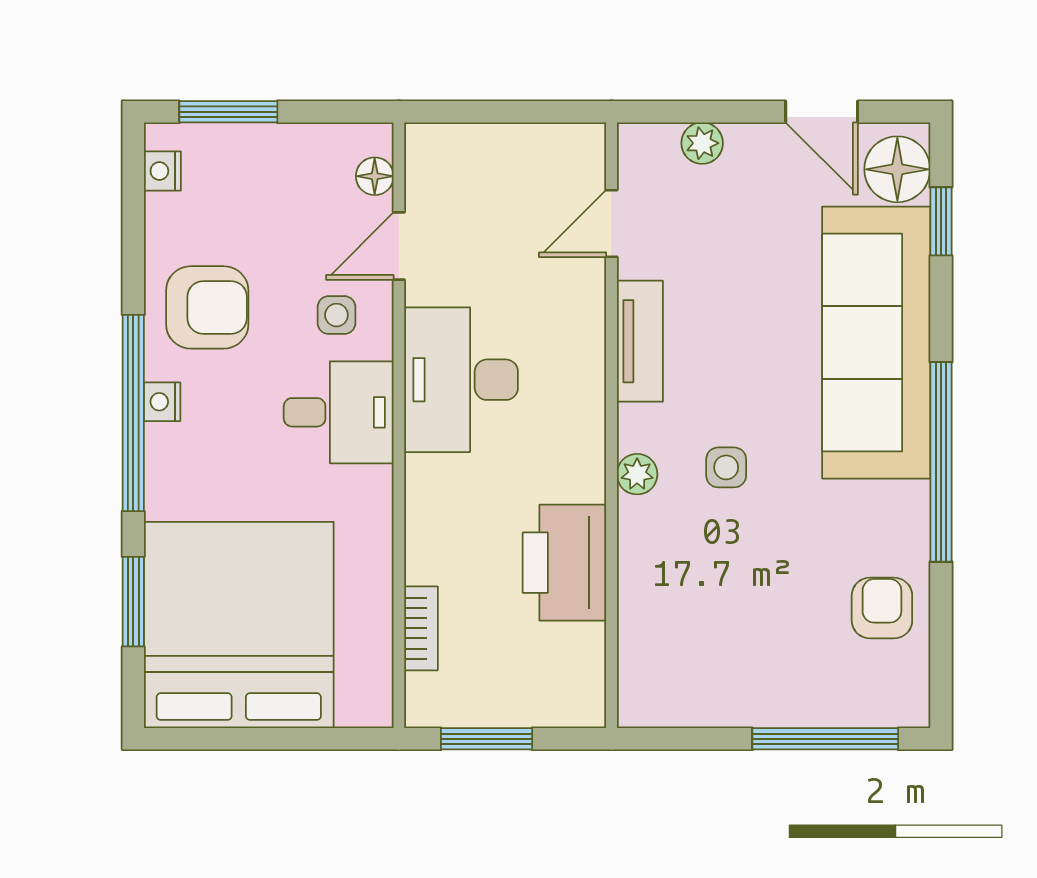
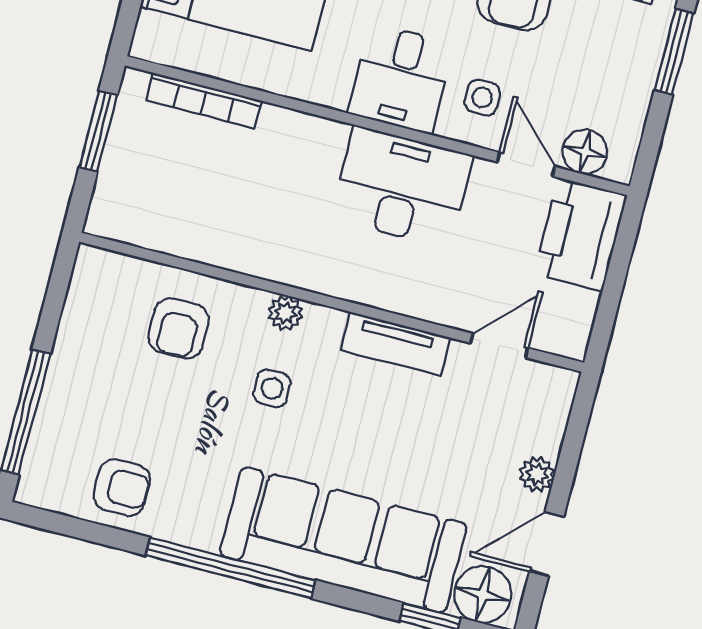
plant: (702, 143) -> (537, 474), moved
floor lamp: (375, 176) -> (585, 152), width x1.37, depth x1.37
door: (611, 224) -> (499, 346), hinge flipped
printer: (564, 563) -> (580, 234), moved, turned -90
armchair: (686, 590) -> (179, 328), added
bookcase: (421, 628) -> (204, 101), width x1.56

